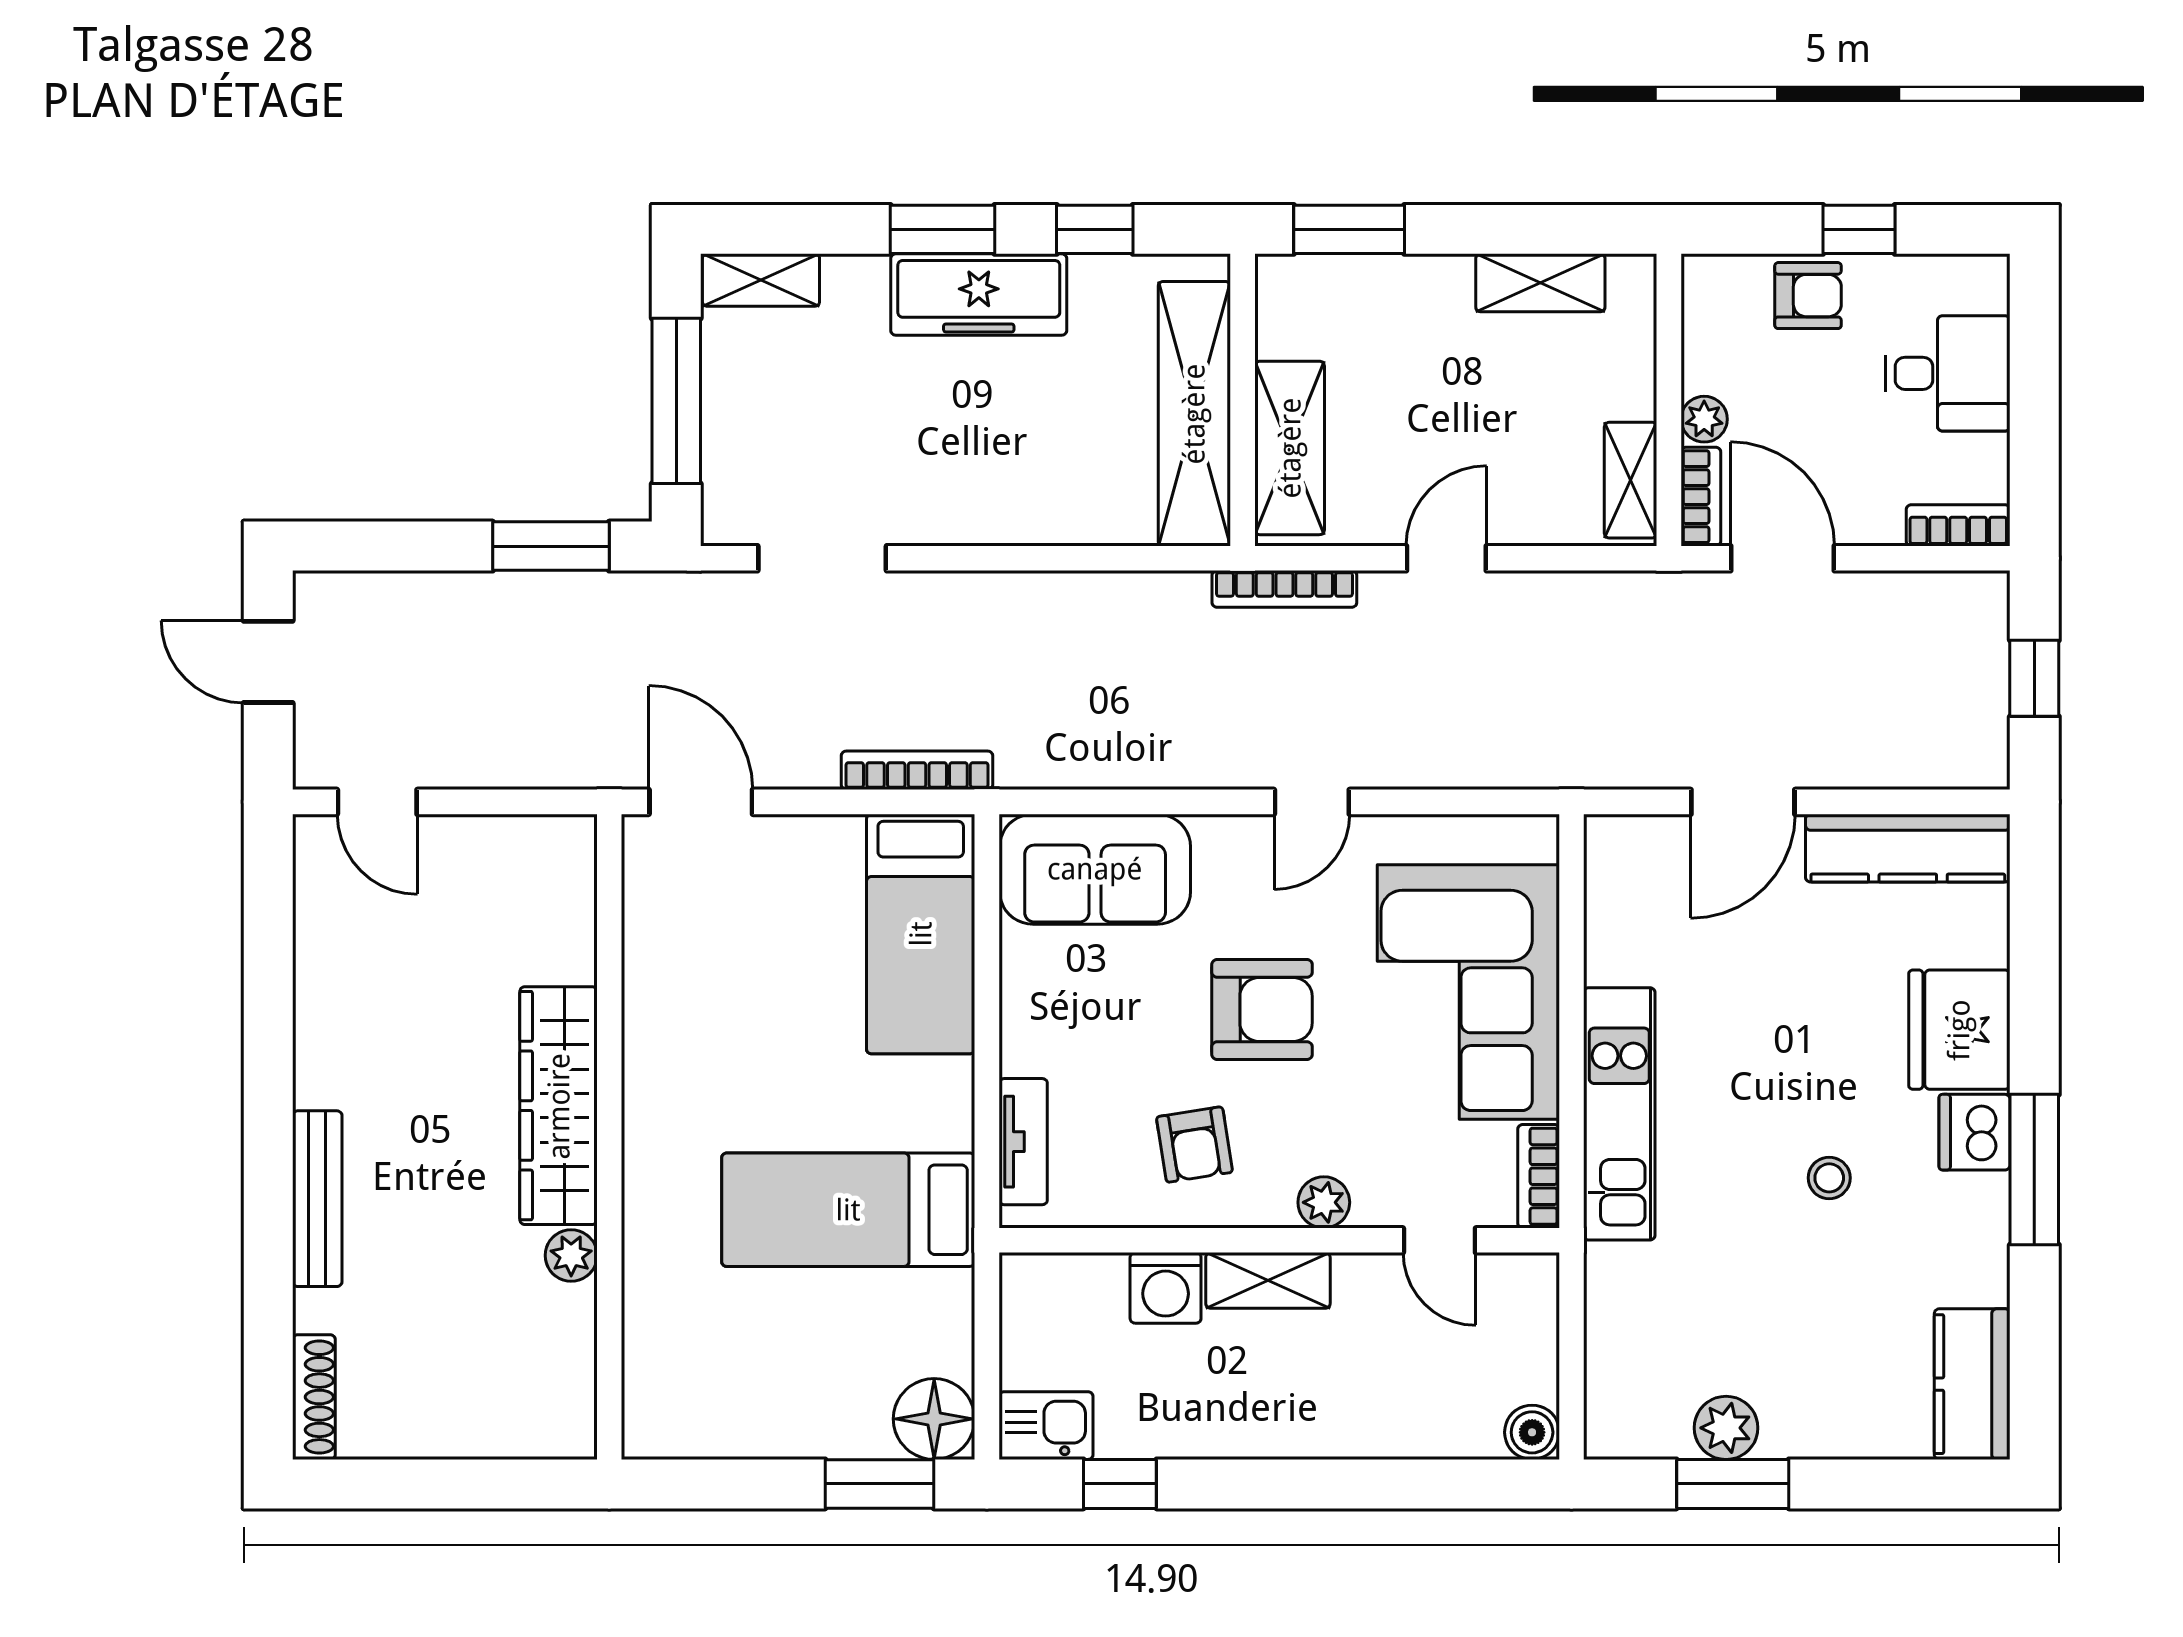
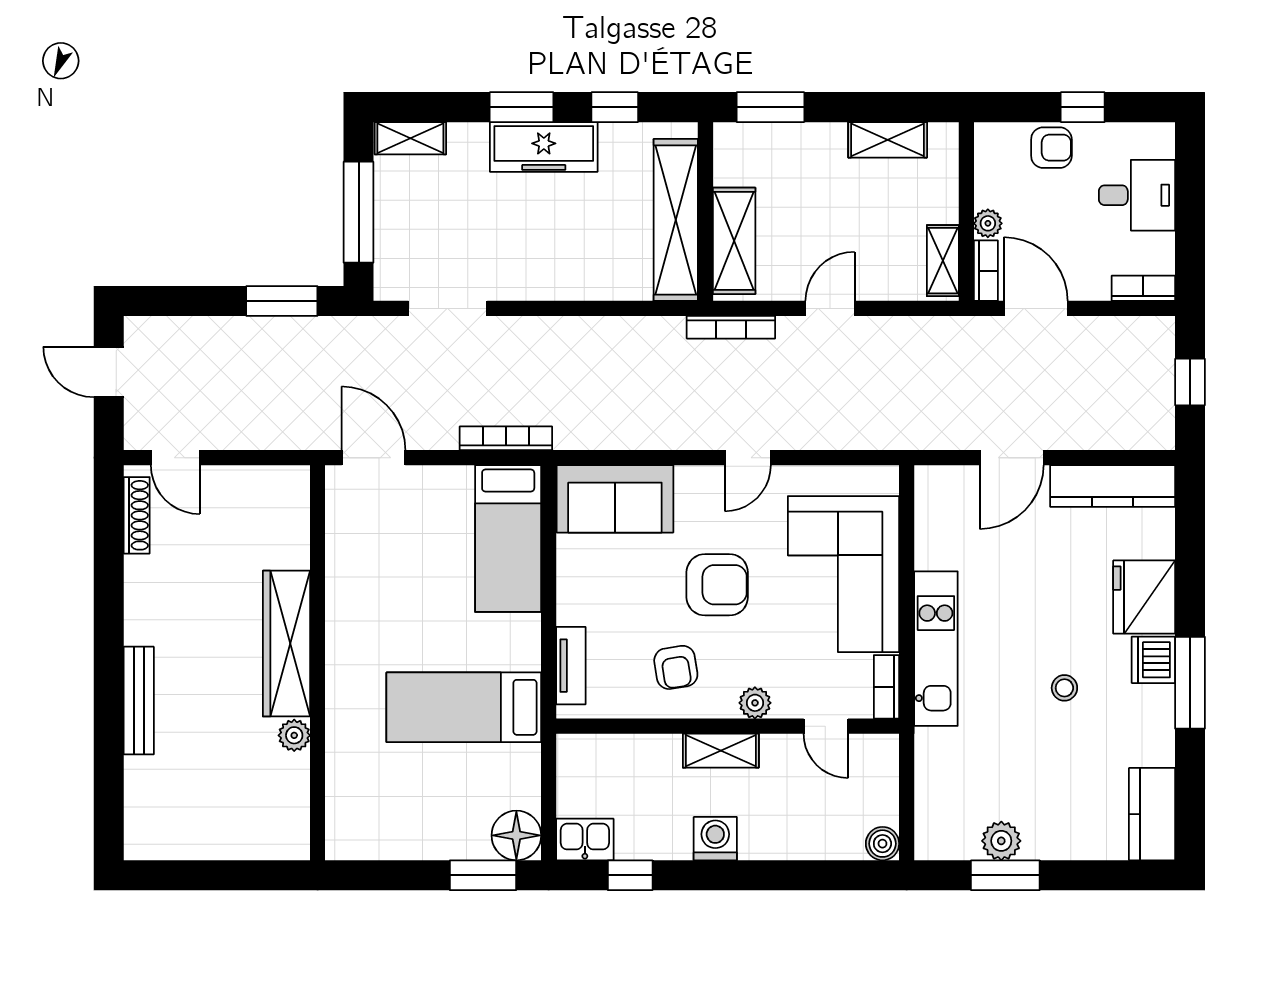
washing machine: (1166, 1288) -> (715, 839), moved, turned 180
shoe rack: (314, 1397) -> (137, 515), moved

